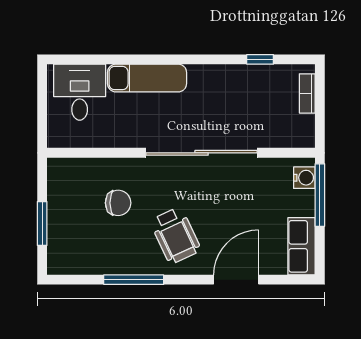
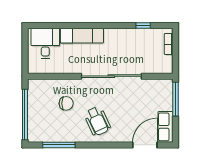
water cooler: (304, 178) -> (167, 90), removed
window: (42, 223) -> (25, 115), width x2.11
window: (134, 280) -> (59, 145), moved
door: (236, 280) -> (145, 145), moved

